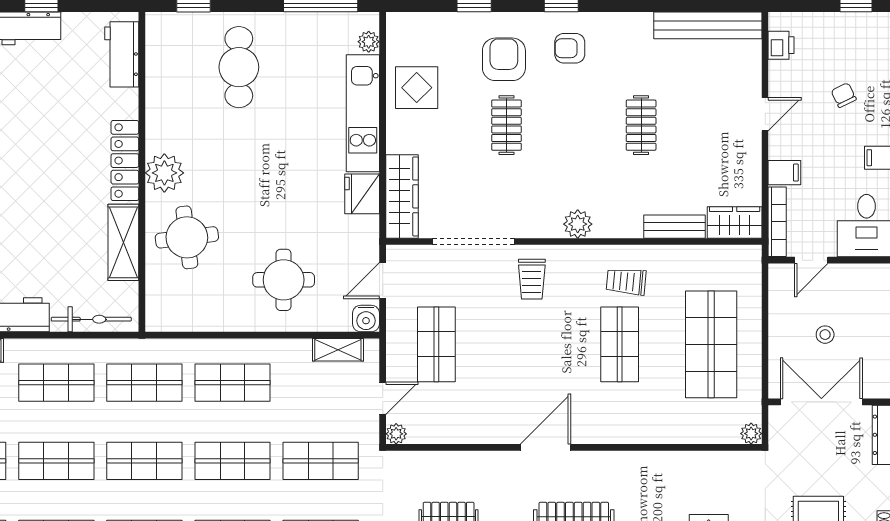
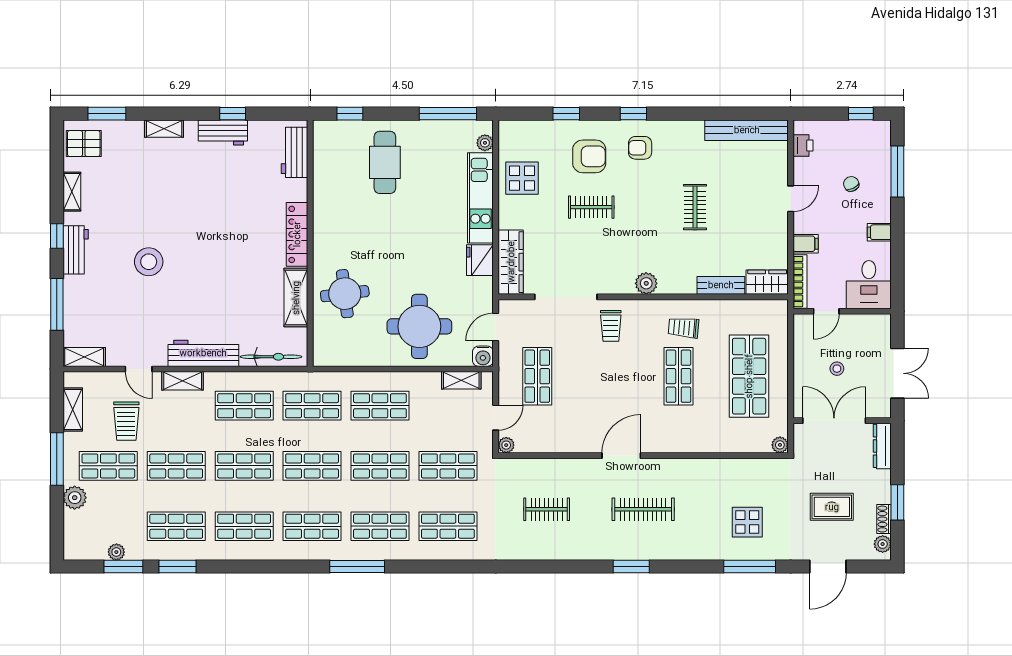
armchair: (504, 59) -> (589, 156), turned 90
clothes rail: (506, 125) -> (591, 207), turned 90
plant: (164, 173) -> (327, 244), removed
round table: (284, 280) -> (419, 326), width x1.36, depth x1.36

